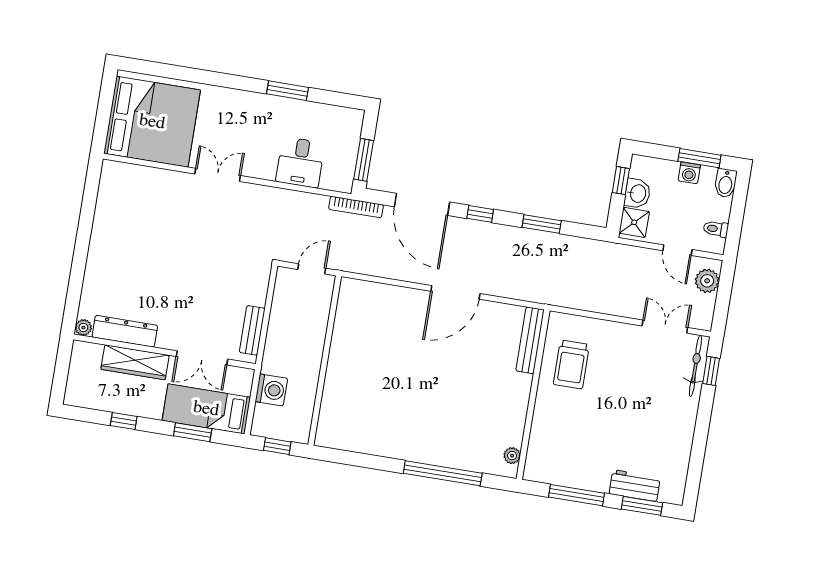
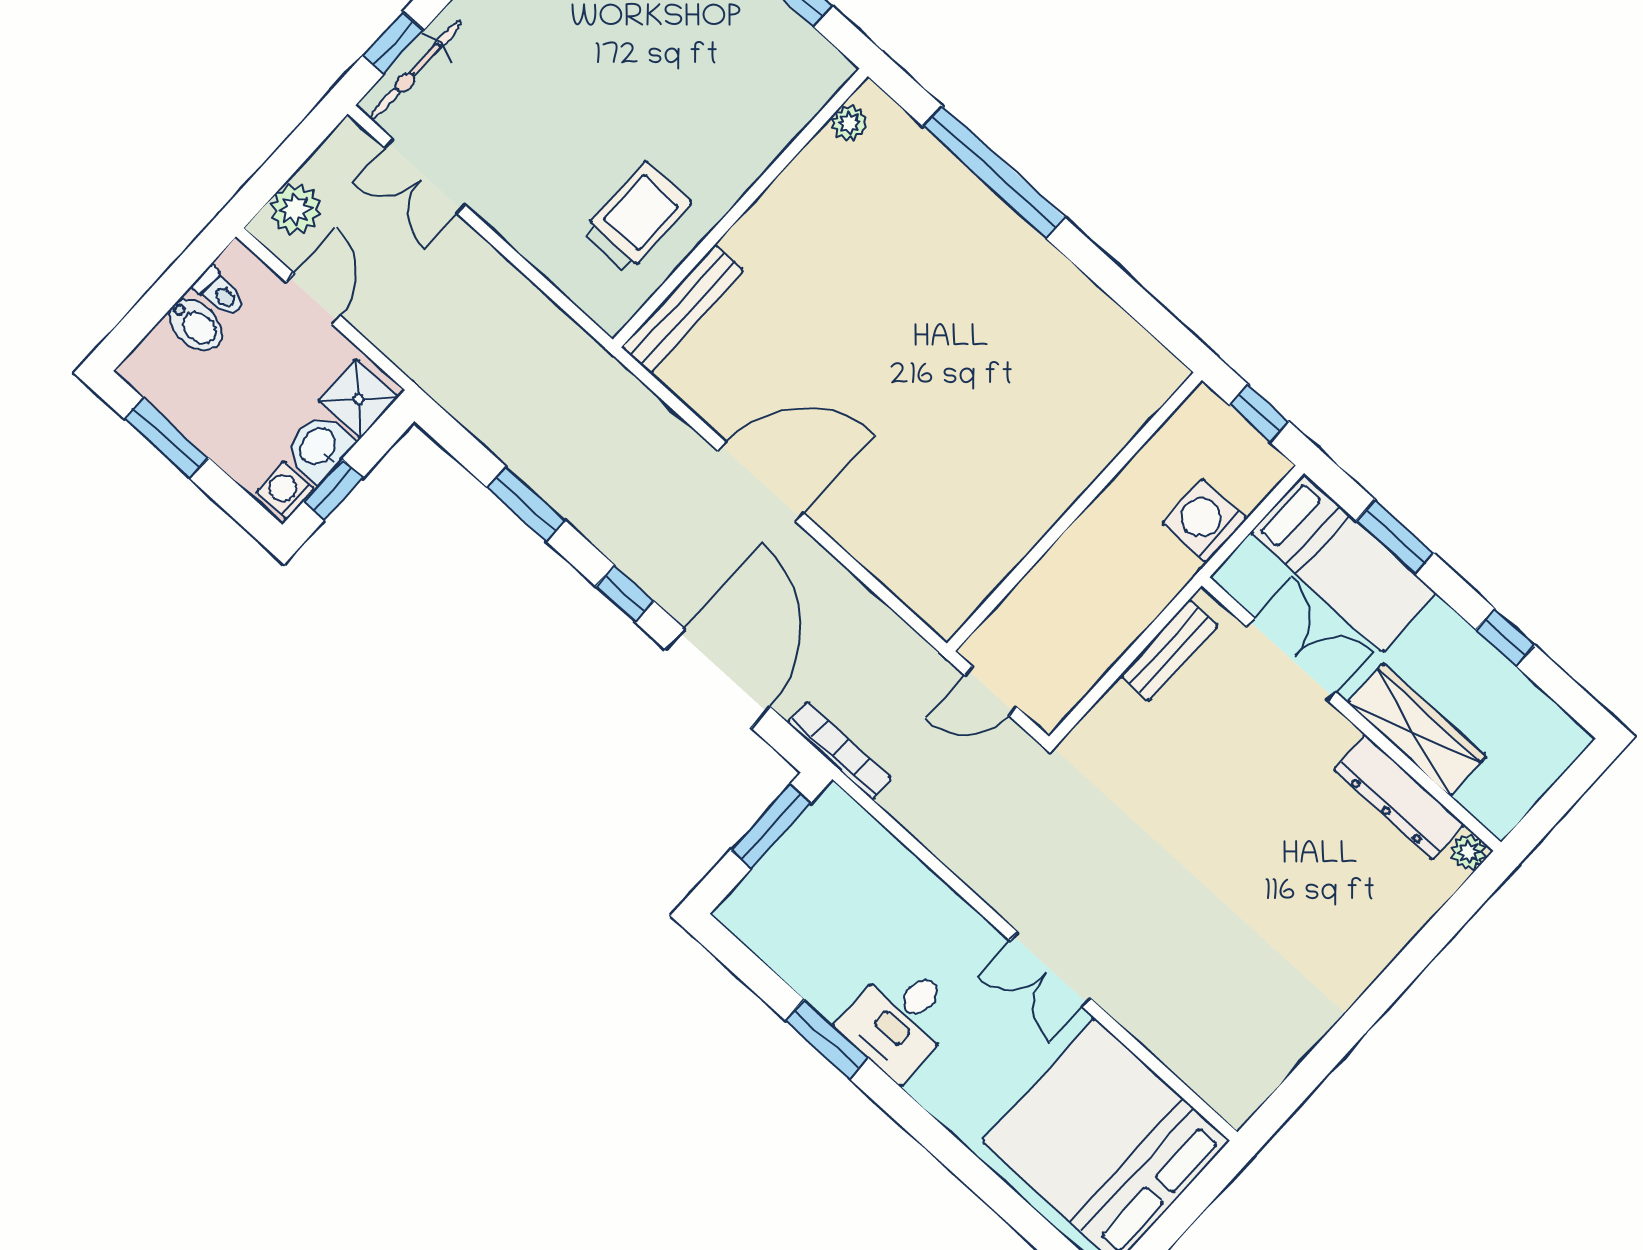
desk: (300, 162) -> (899, 1020), moved, turned 180
washing machine: (689, 173) -> (285, 490), moved, turned -90
bidet: (726, 183) -> (196, 325), moved, turned 90

